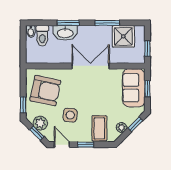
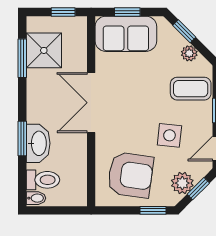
window: (107, 23) -> (22, 58), moved
armchair: (45, 91) -> (130, 175), turned 86

